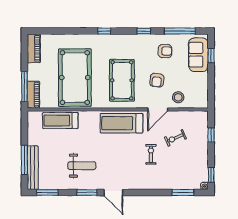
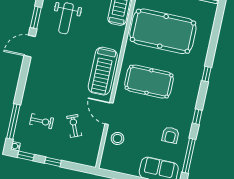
armchair: (157, 80) -> (141, 119), removed
treadmill: (121, 123) -> (103, 71), turned 180
window: (211, 135) -> (53, 162), moved
exercise bike: (151, 154) -> (42, 121), moved
window: (183, 192) -> (13, 121), width x1.44

